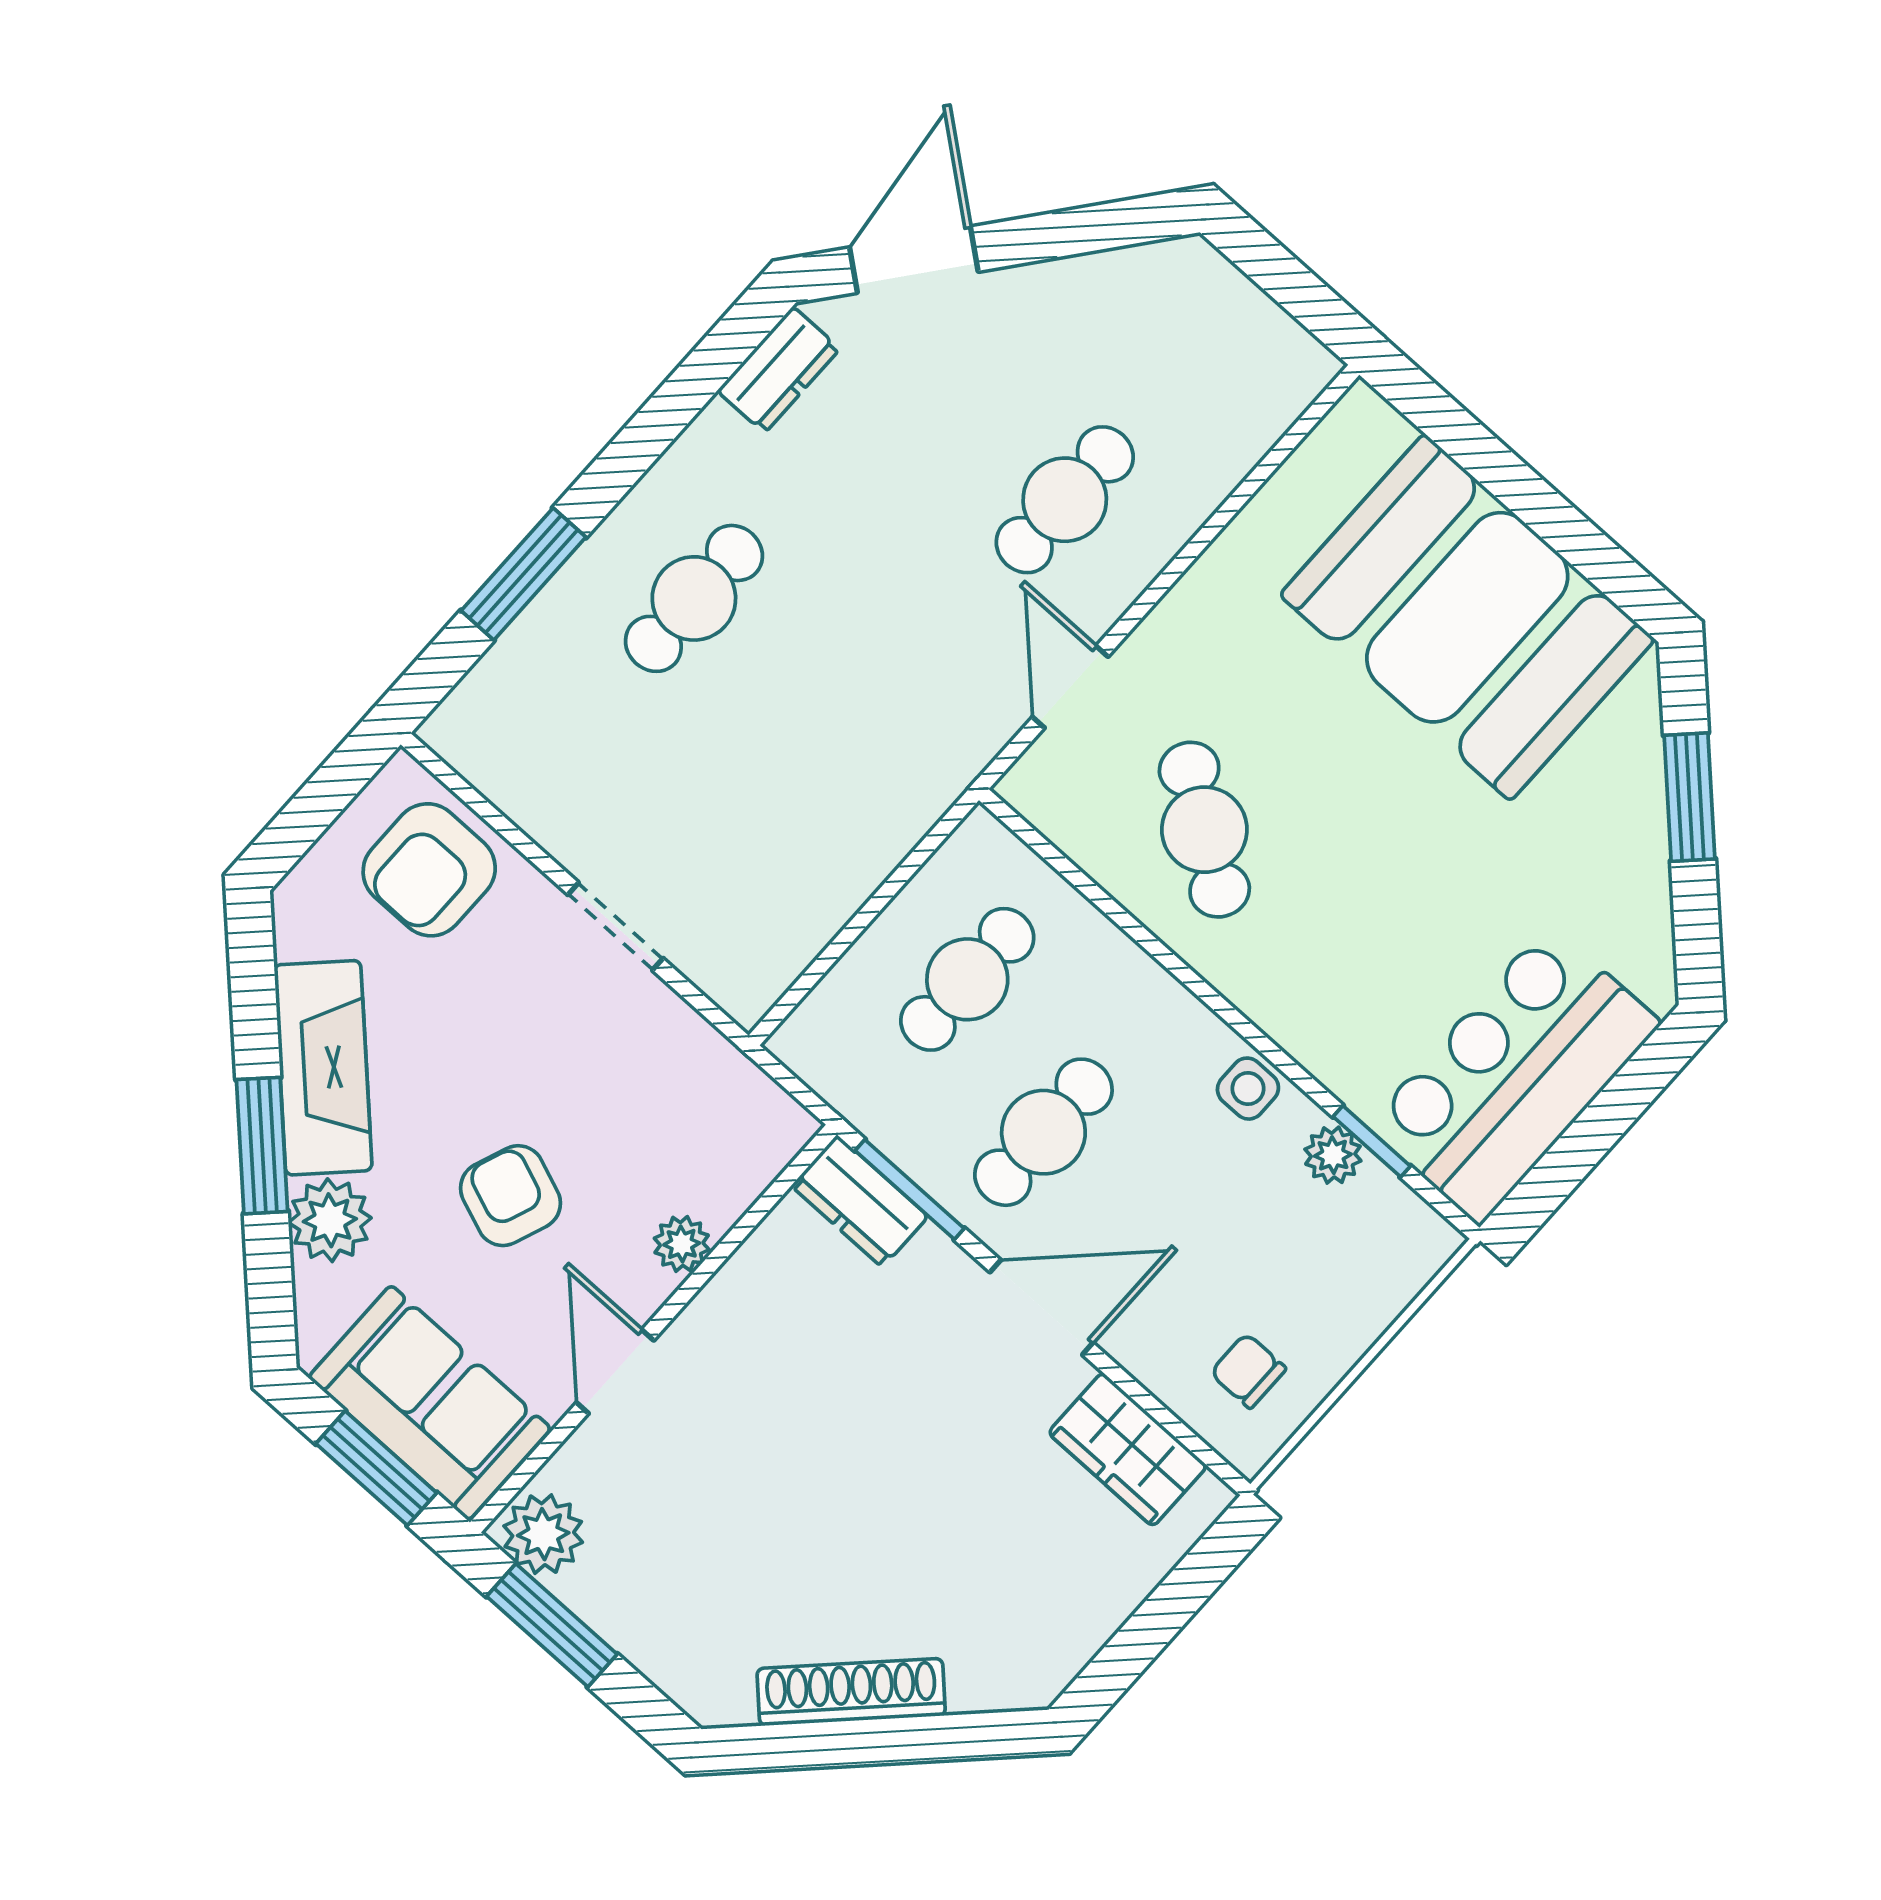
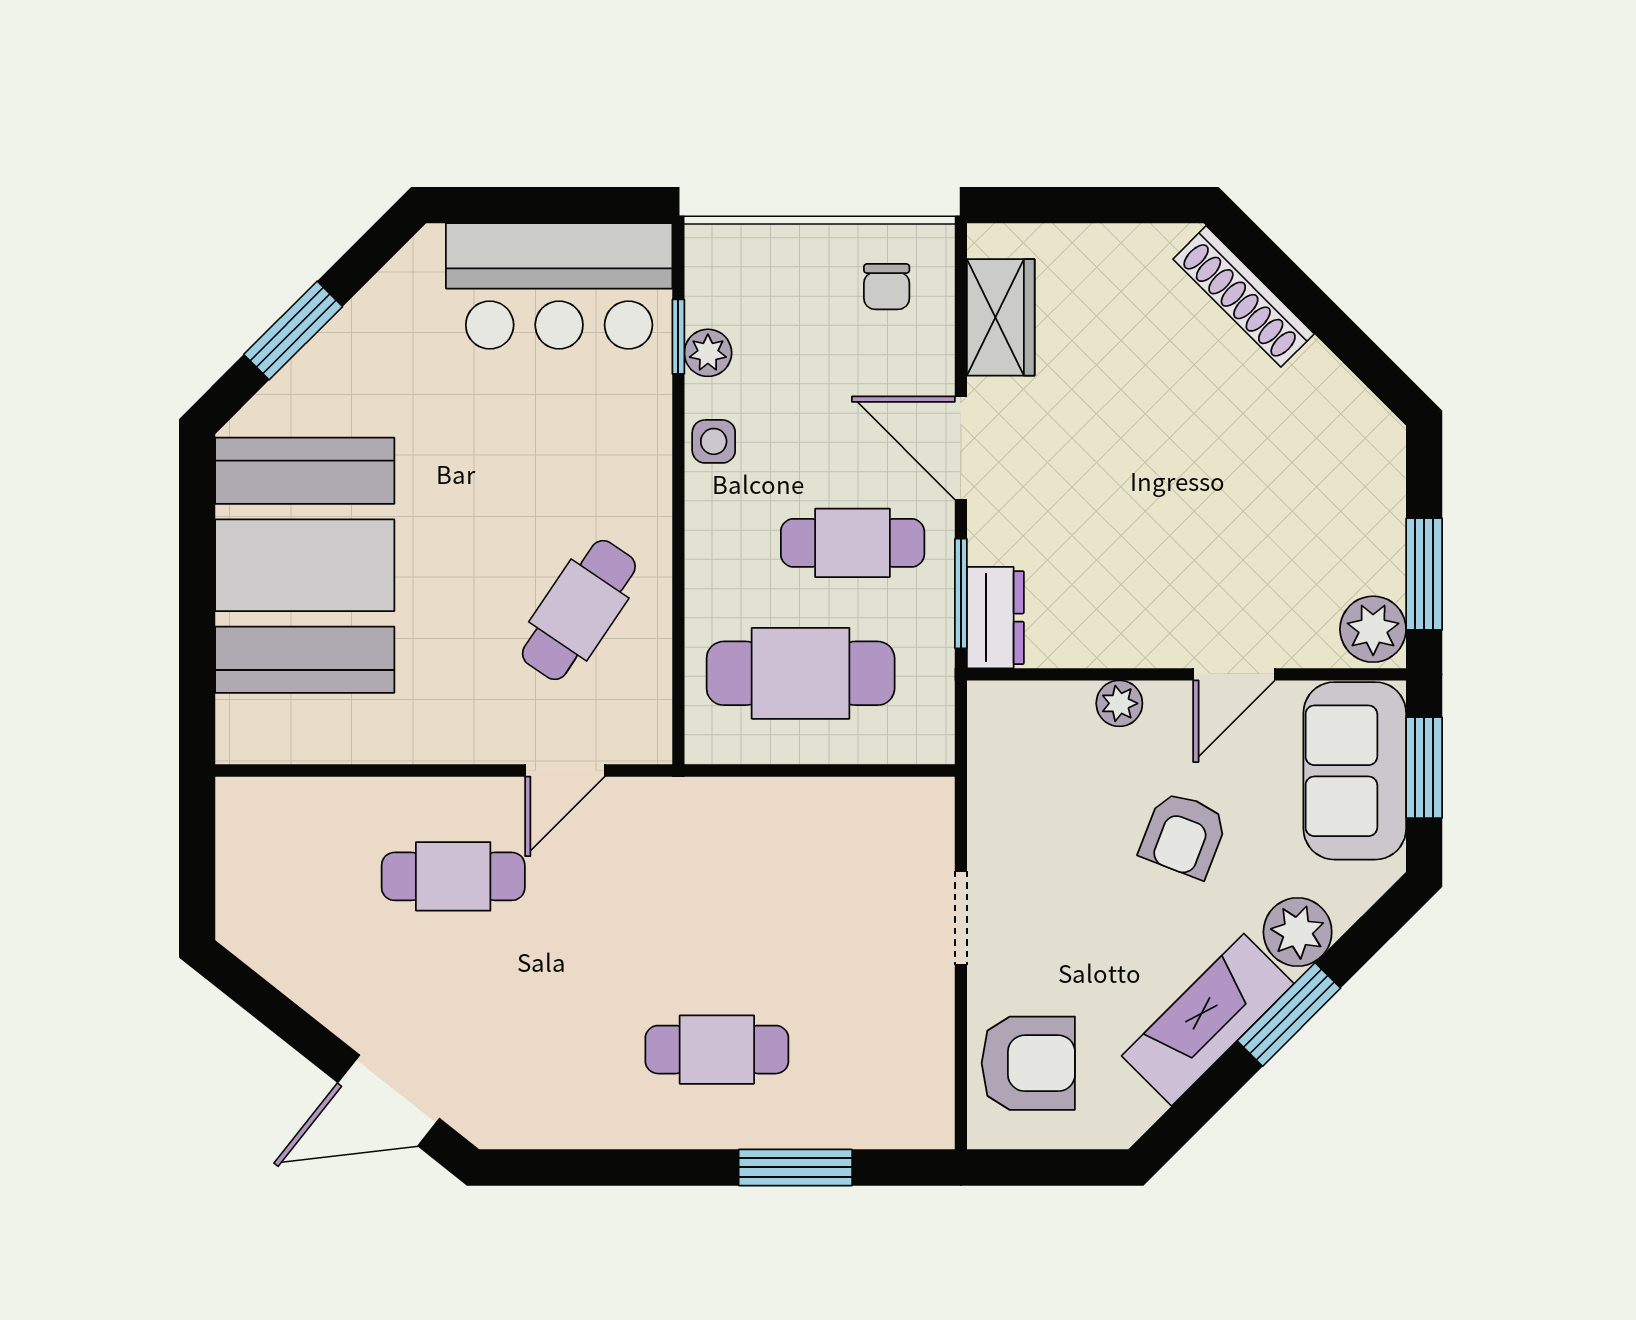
dresser: (779, 370) -> (530, 1123), removed
cafe table: (967, 979) -> (801, 673), width x1.37, depth x1.35
shoe rack: (851, 1692) -> (1244, 296), moved

